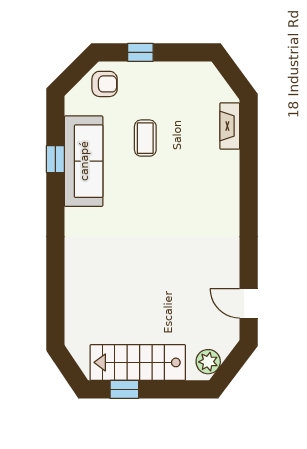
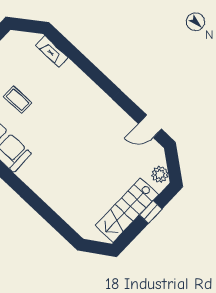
window: (124, 389) -> (151, 212), moved

